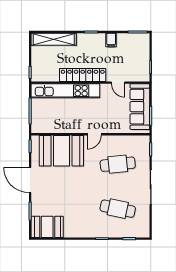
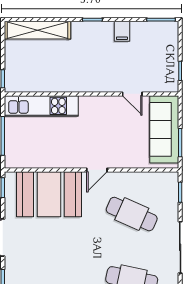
locker: (83, 75) -> (80, 83), removed
kitchen unit: (65, 91) -> (41, 106), width x0.73
cafe table: (118, 164) -> (132, 214), turned 30

